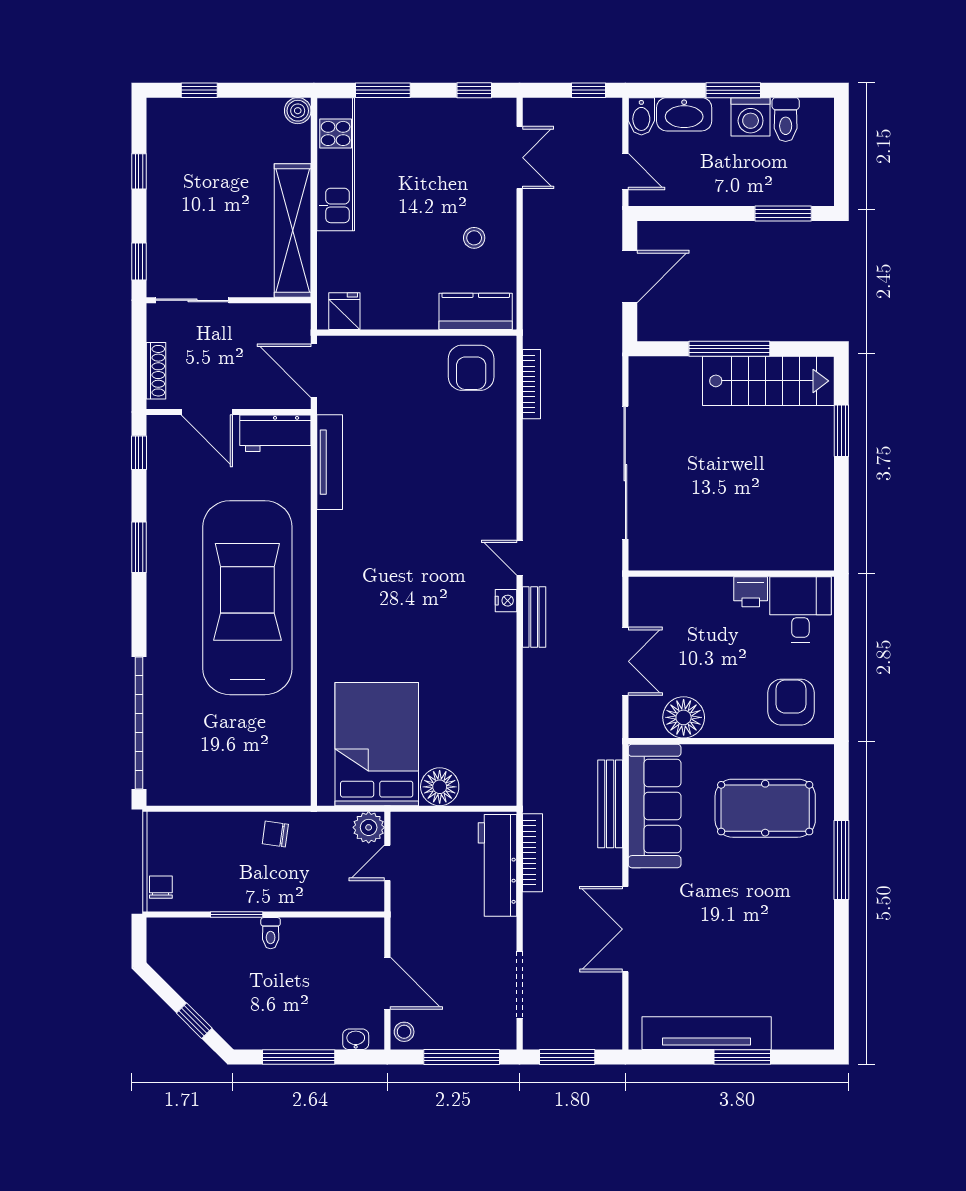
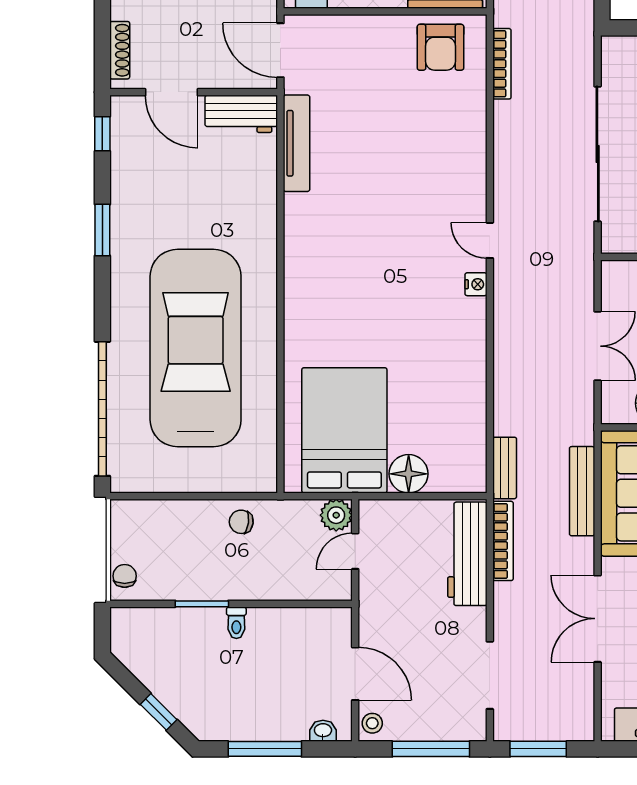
car: (247, 598) -> (196, 348), moved
bench: (534, 617) -> (505, 468), moved

